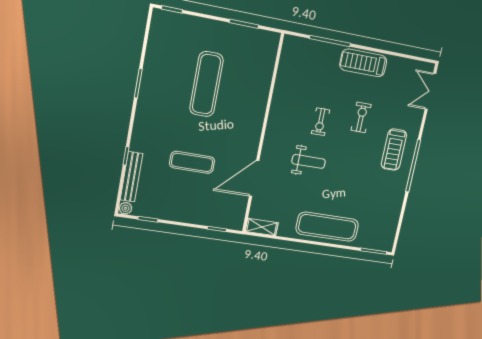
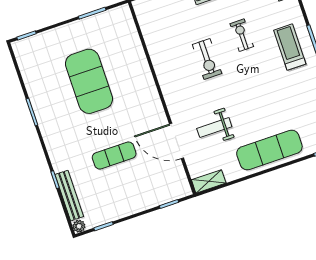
exercise mat: (206, 84) -> (89, 81), width x1.47
exercise bike: (320, 122) -> (207, 59), width x1.38, depth x1.39
treadmill: (394, 150) -> (290, 47), turned 180
weight bench: (309, 161) -> (214, 128), moved, turned 180
door: (254, 178) -> (177, 141), hinge flipped

